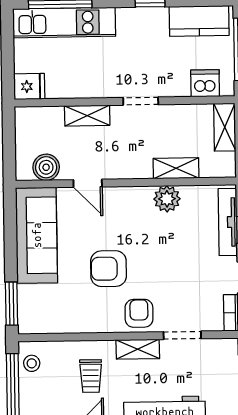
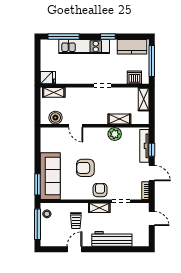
kitchen unit: (64, 23) -> (84, 46), moved
shelving: (87, 116) -> (54, 92), moved
sofa: (37, 235) -> (50, 176), moved

